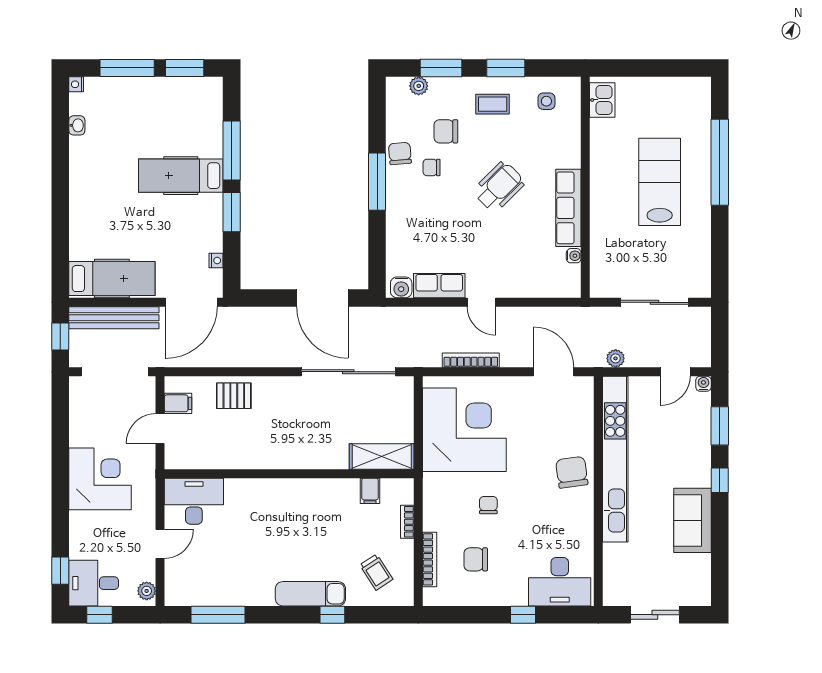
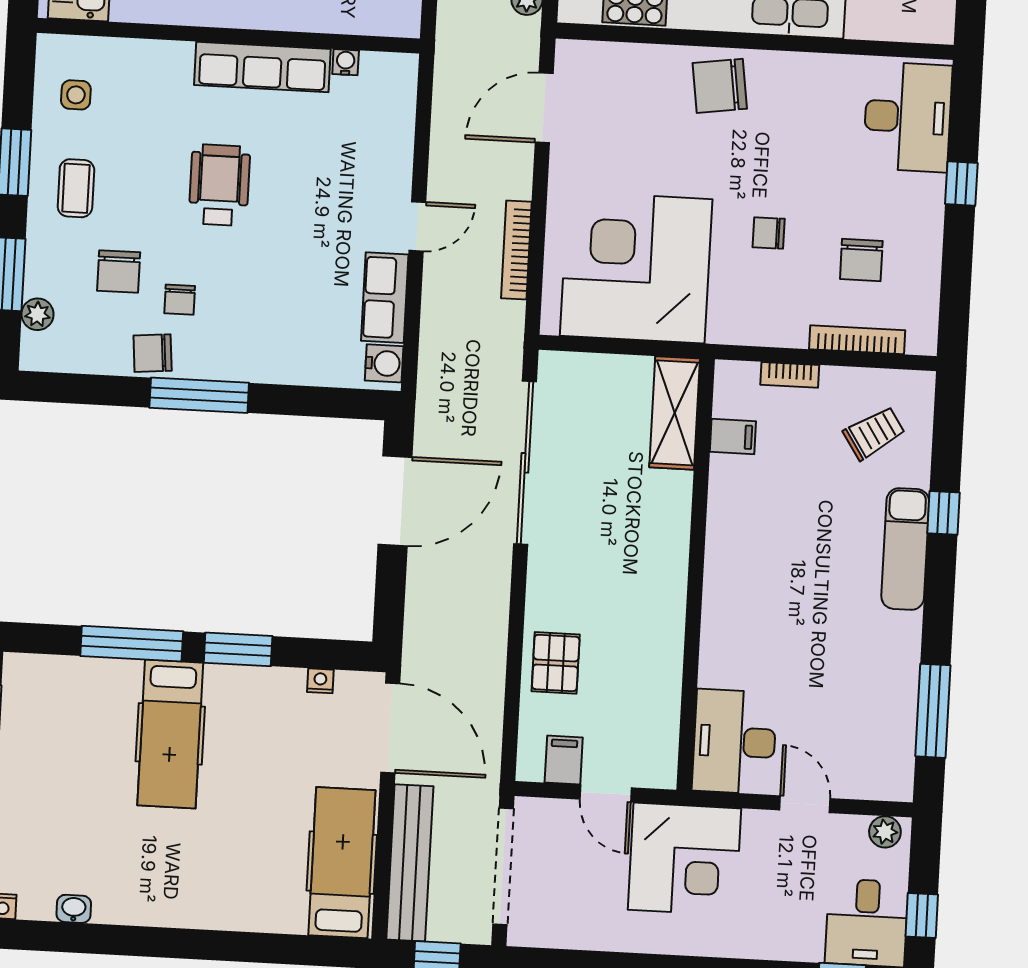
wheelchair: (499, 187) -> (219, 185), turned 45
corner desk: (100, 479) -> (684, 859), moved, turned 180

